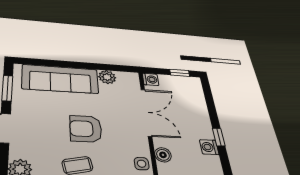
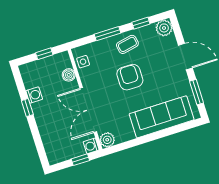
window: (180, 73) -> (80, 160), moved
plant: (107, 77) -> (107, 140), moved
armchair: (86, 129) -> (130, 77), turned -90

